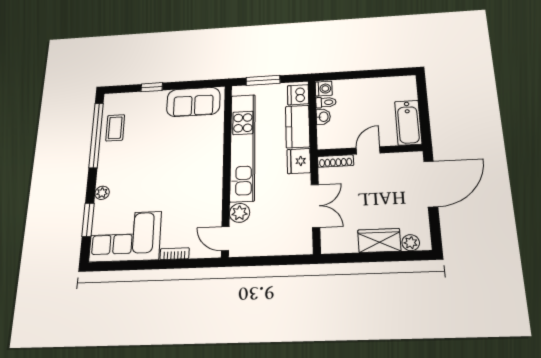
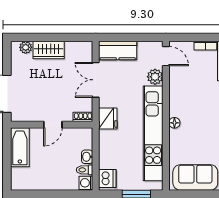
kitchen counter: (298, 126) -> (118, 51), moved, turned 90
floor lamp: (216, 160) -> (174, 123), added
shoe rack: (336, 161) -> (83, 117), width x0.70

